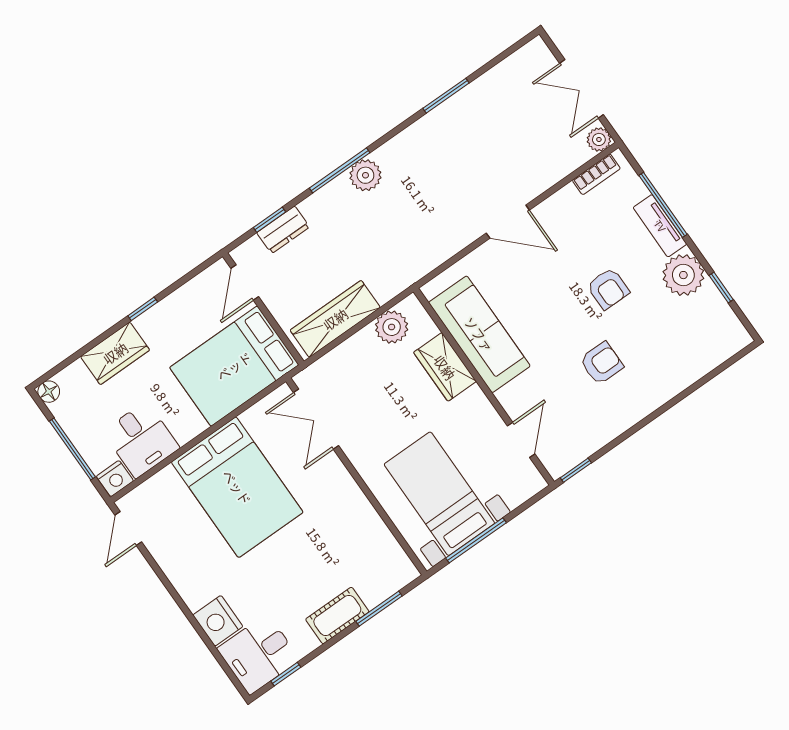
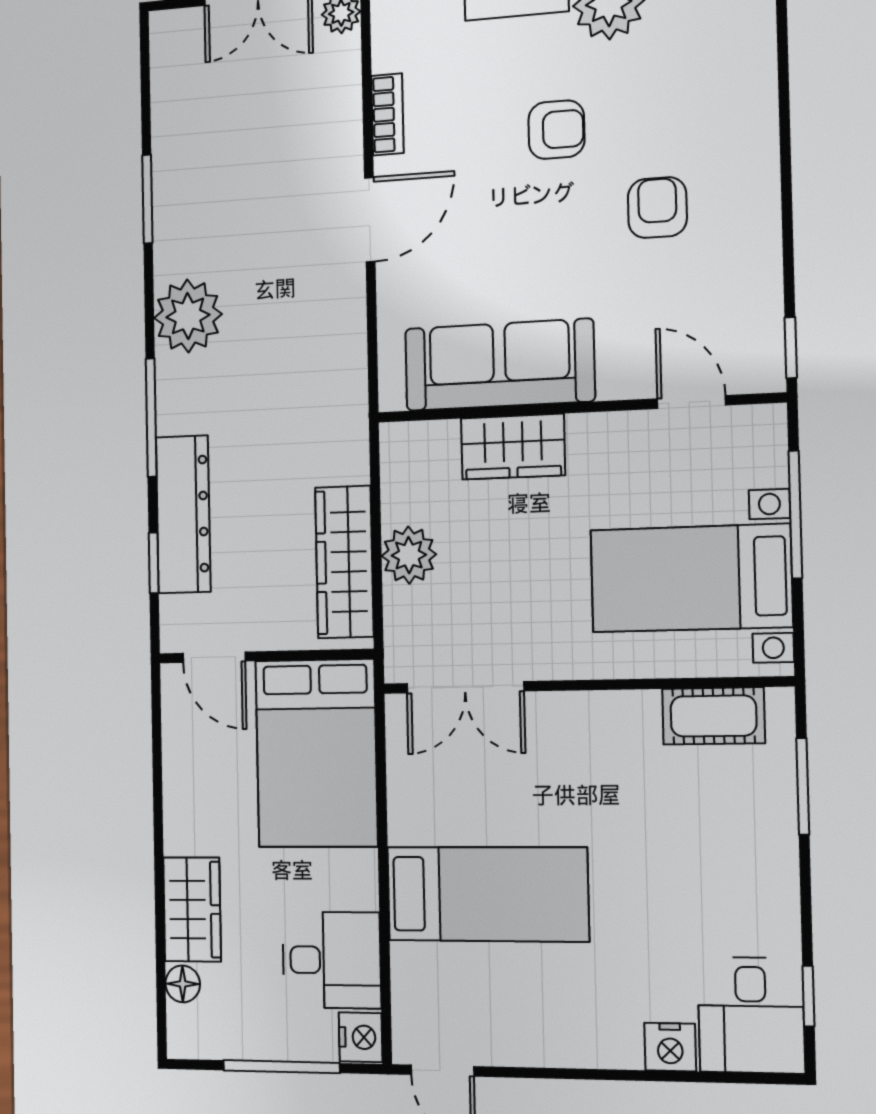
bookcase: (596, 174) -> (388, 114), moved
plant: (365, 175) -> (188, 316), moved, width x1.36, depth x1.36
dresser: (283, 230) -> (183, 514), width x1.96, depth x1.24
window: (143, 309) -> (158, 827), removed
plant: (392, 327) -> (409, 555), moved
floor lamp: (49, 392) -> (183, 984), moved
bed: (237, 487) -> (487, 894), width x0.67
window: (476, 540) -> (795, 515), moved
cot: (337, 615) -> (713, 716), moved, turned 90
nightstand: (218, 621) -> (670, 1047), width x0.74, depth x0.75

